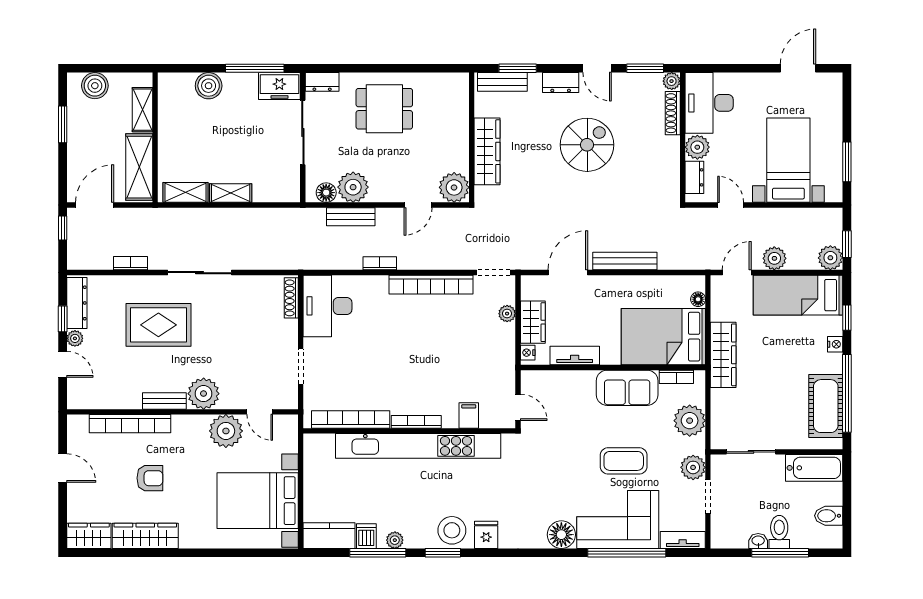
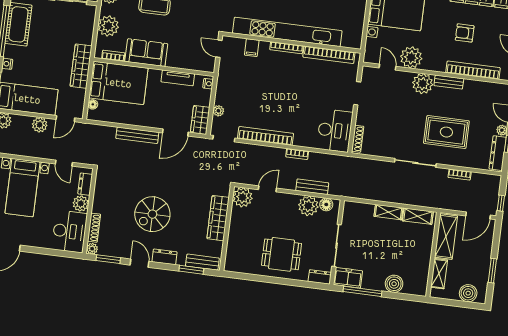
wardrobe: (533, 322) -> (200, 120), moved

